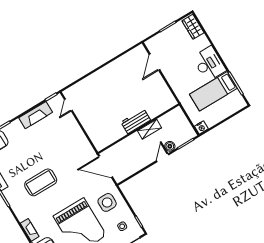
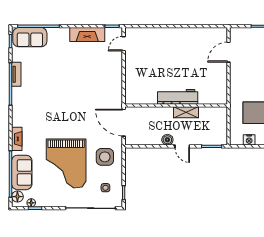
workbench: (136, 121) -> (178, 97), width x1.38
nightstand: (201, 127) -> (249, 140), moved
boiler: (170, 146) -> (167, 140), moved
door: (163, 158) -> (182, 146), swing flipped
coffee table: (41, 182) -> (54, 101), removed

